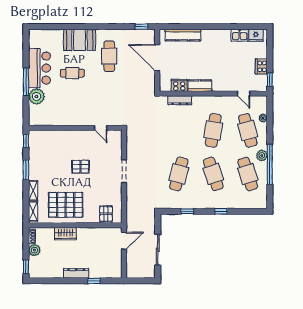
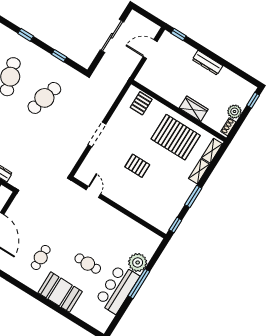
cafe table: (109, 56) -> (41, 258), width x0.73, depth x0.74
door: (124, 241) -> (150, 49), moved
window: (94, 281) -> (179, 34), moved

